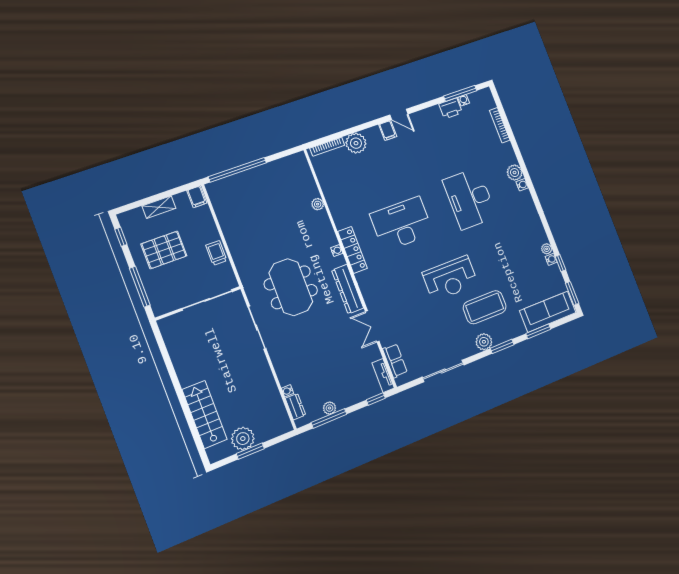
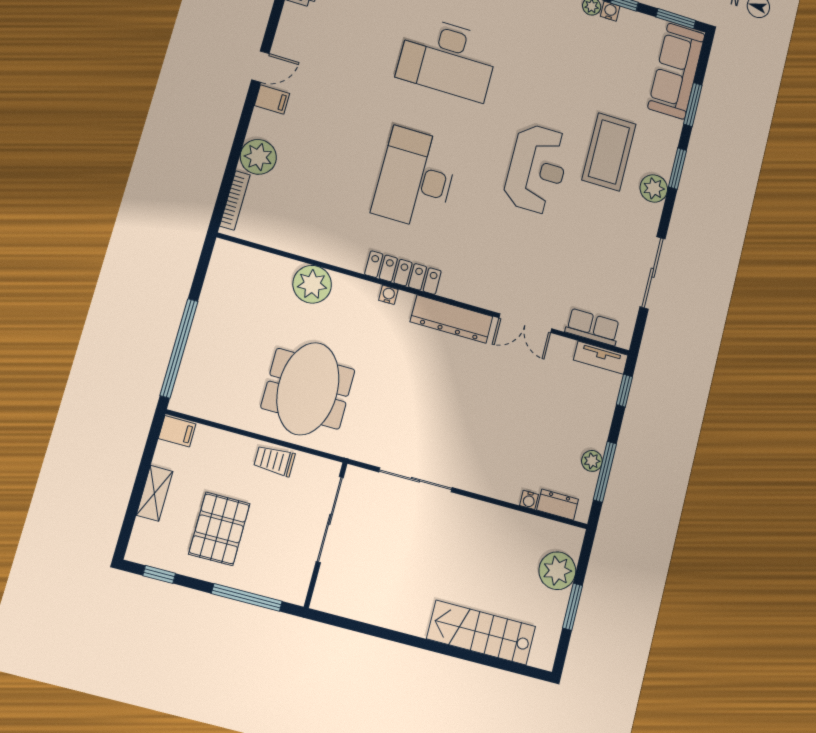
plant: (318, 204) -> (312, 284), width x1.88, depth x1.88
meeting table: (291, 287) -> (308, 389), moved, turned 90
plant: (243, 439) -> (557, 571), moved

